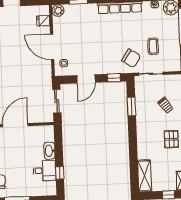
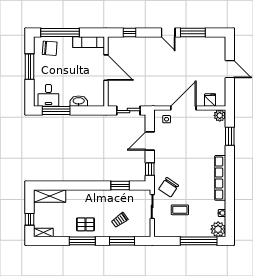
door: (86, 79) -> (150, 141), hinge flipped
desk: (45, 171) -> (48, 95), moved
window: (60, 173) -> (56, 111), width x2.17

